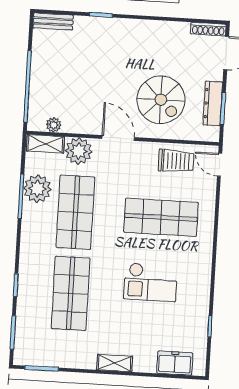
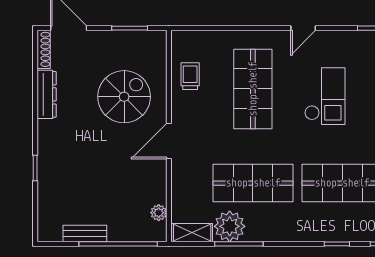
bench: (53, 22) -> (85, 233), moved, turned 90
dresser: (213, 103) -> (47, 94), moved, turned -90
shelving: (45, 144) -> (192, 233), moved, turned 90
plant: (79, 151) -> (186, 183), removed
trolley: (176, 161) -> (190, 76), width x0.73, depth x0.72
door: (220, 165) -> (303, 28), moved

